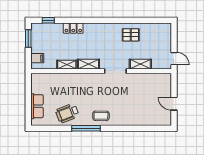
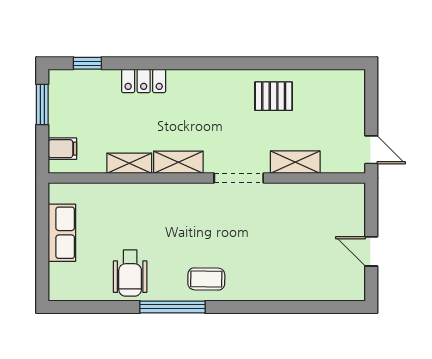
row of seats: (37, 106) -> (62, 233), moved
wheelchair: (67, 113) -> (130, 273), turned -69

